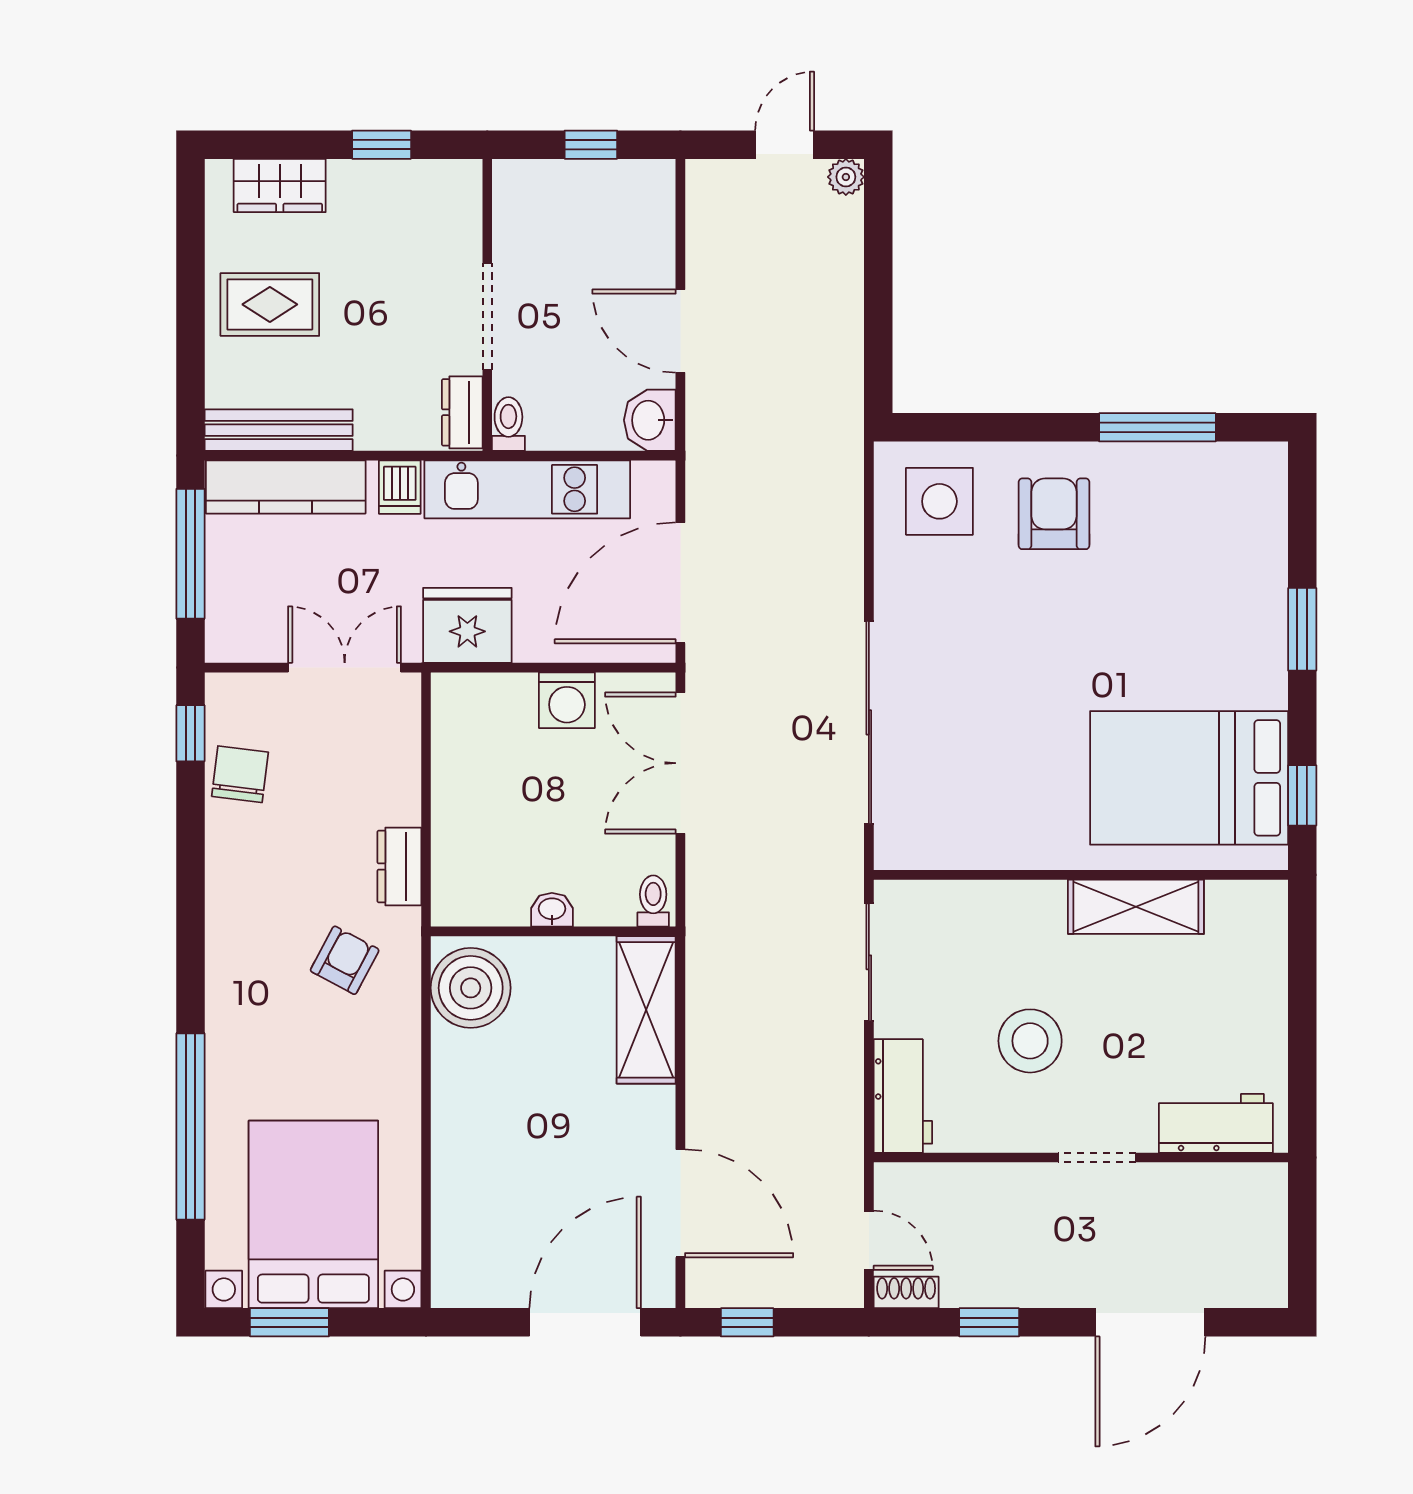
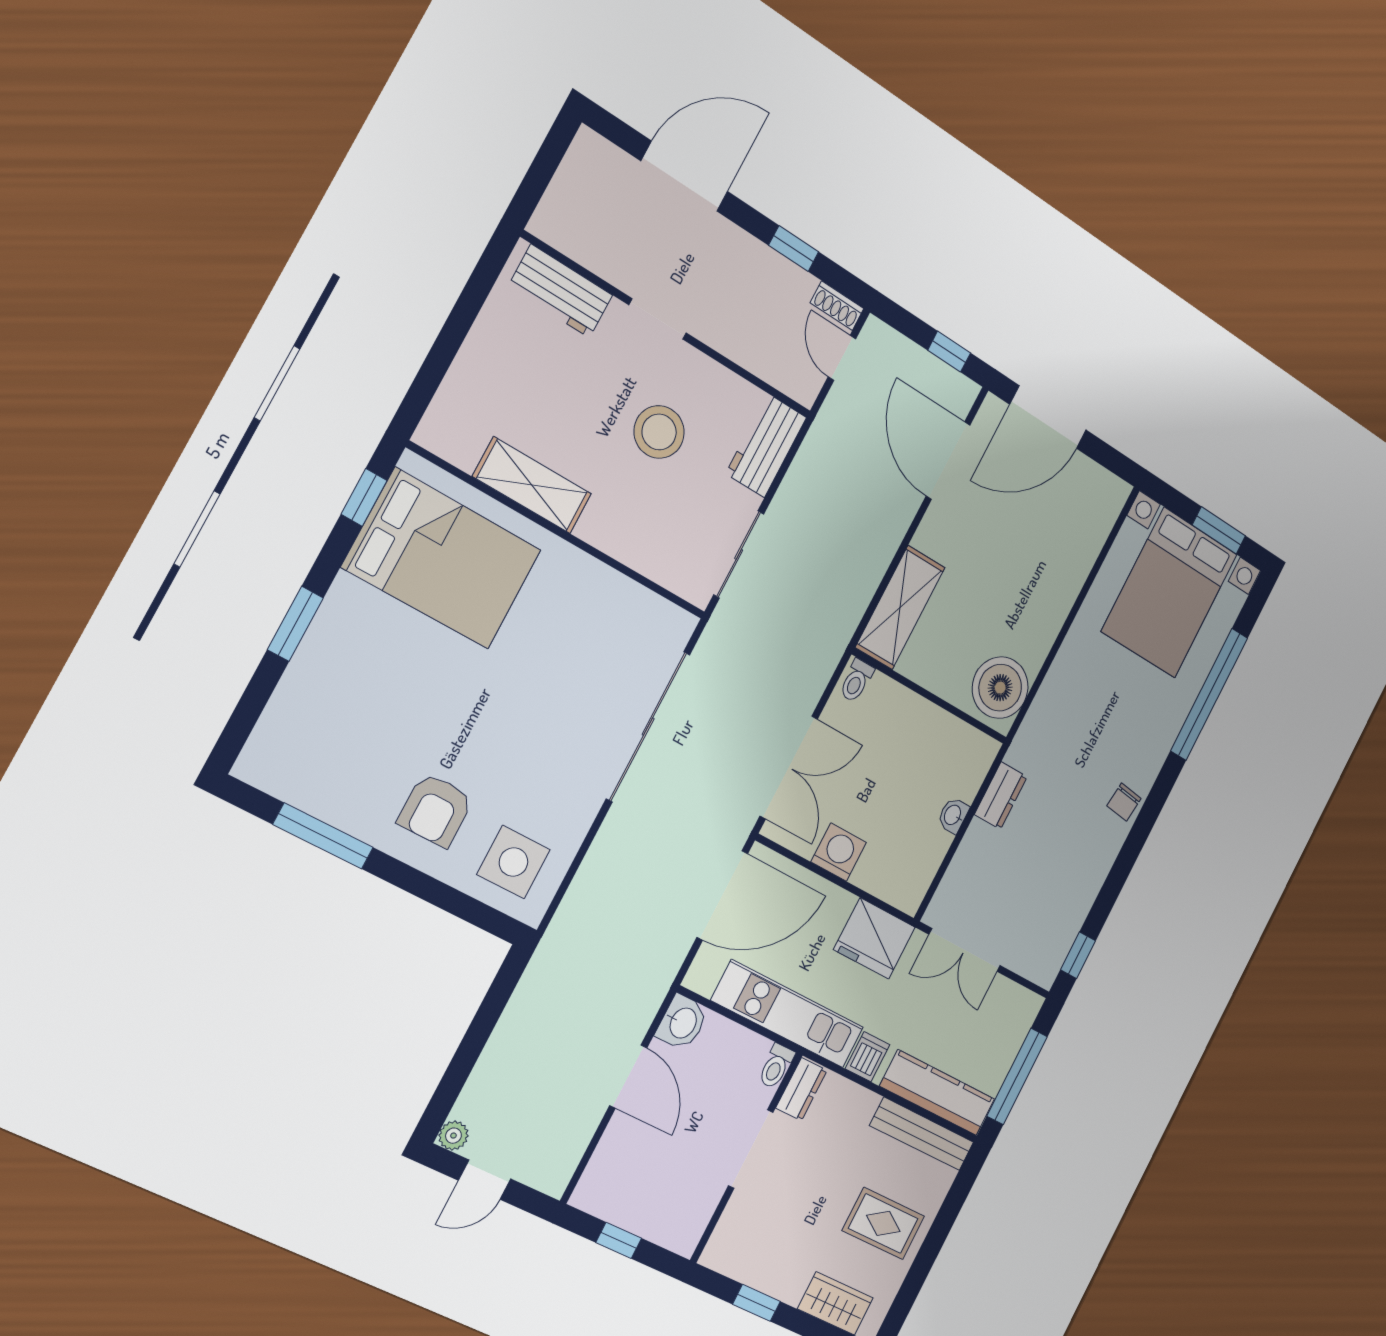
chair: (240, 774) -> (1124, 802), moved, width x0.73, depth x0.73
washbasin: (552, 910) -> (953, 815), moved, turned 90
armchair: (345, 960) -> (1065, 751), removed

